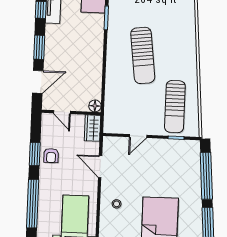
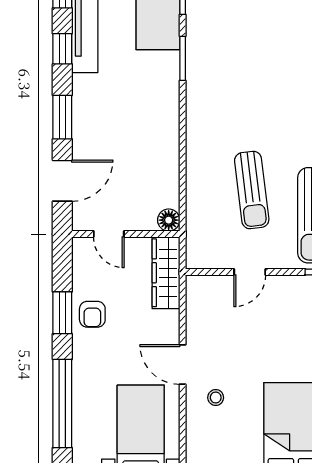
sun lounger: (143, 55) -> (252, 190), moved, width x0.73, depth x0.75
wardrobe: (93, 128) -> (166, 273), width x1.50
door: (100, 167) -> (183, 364), moved

